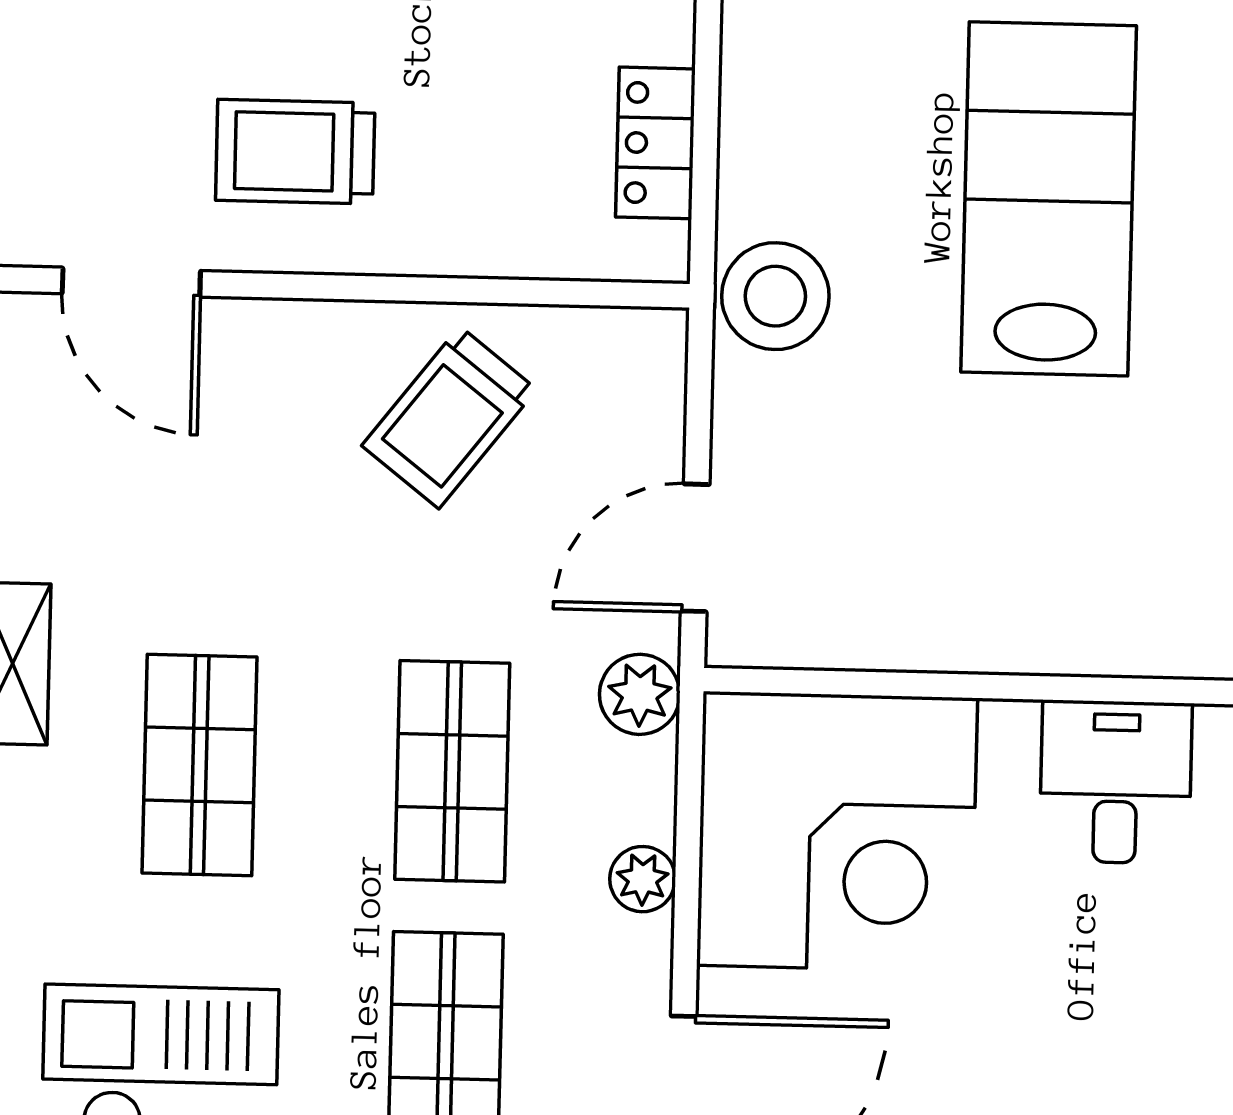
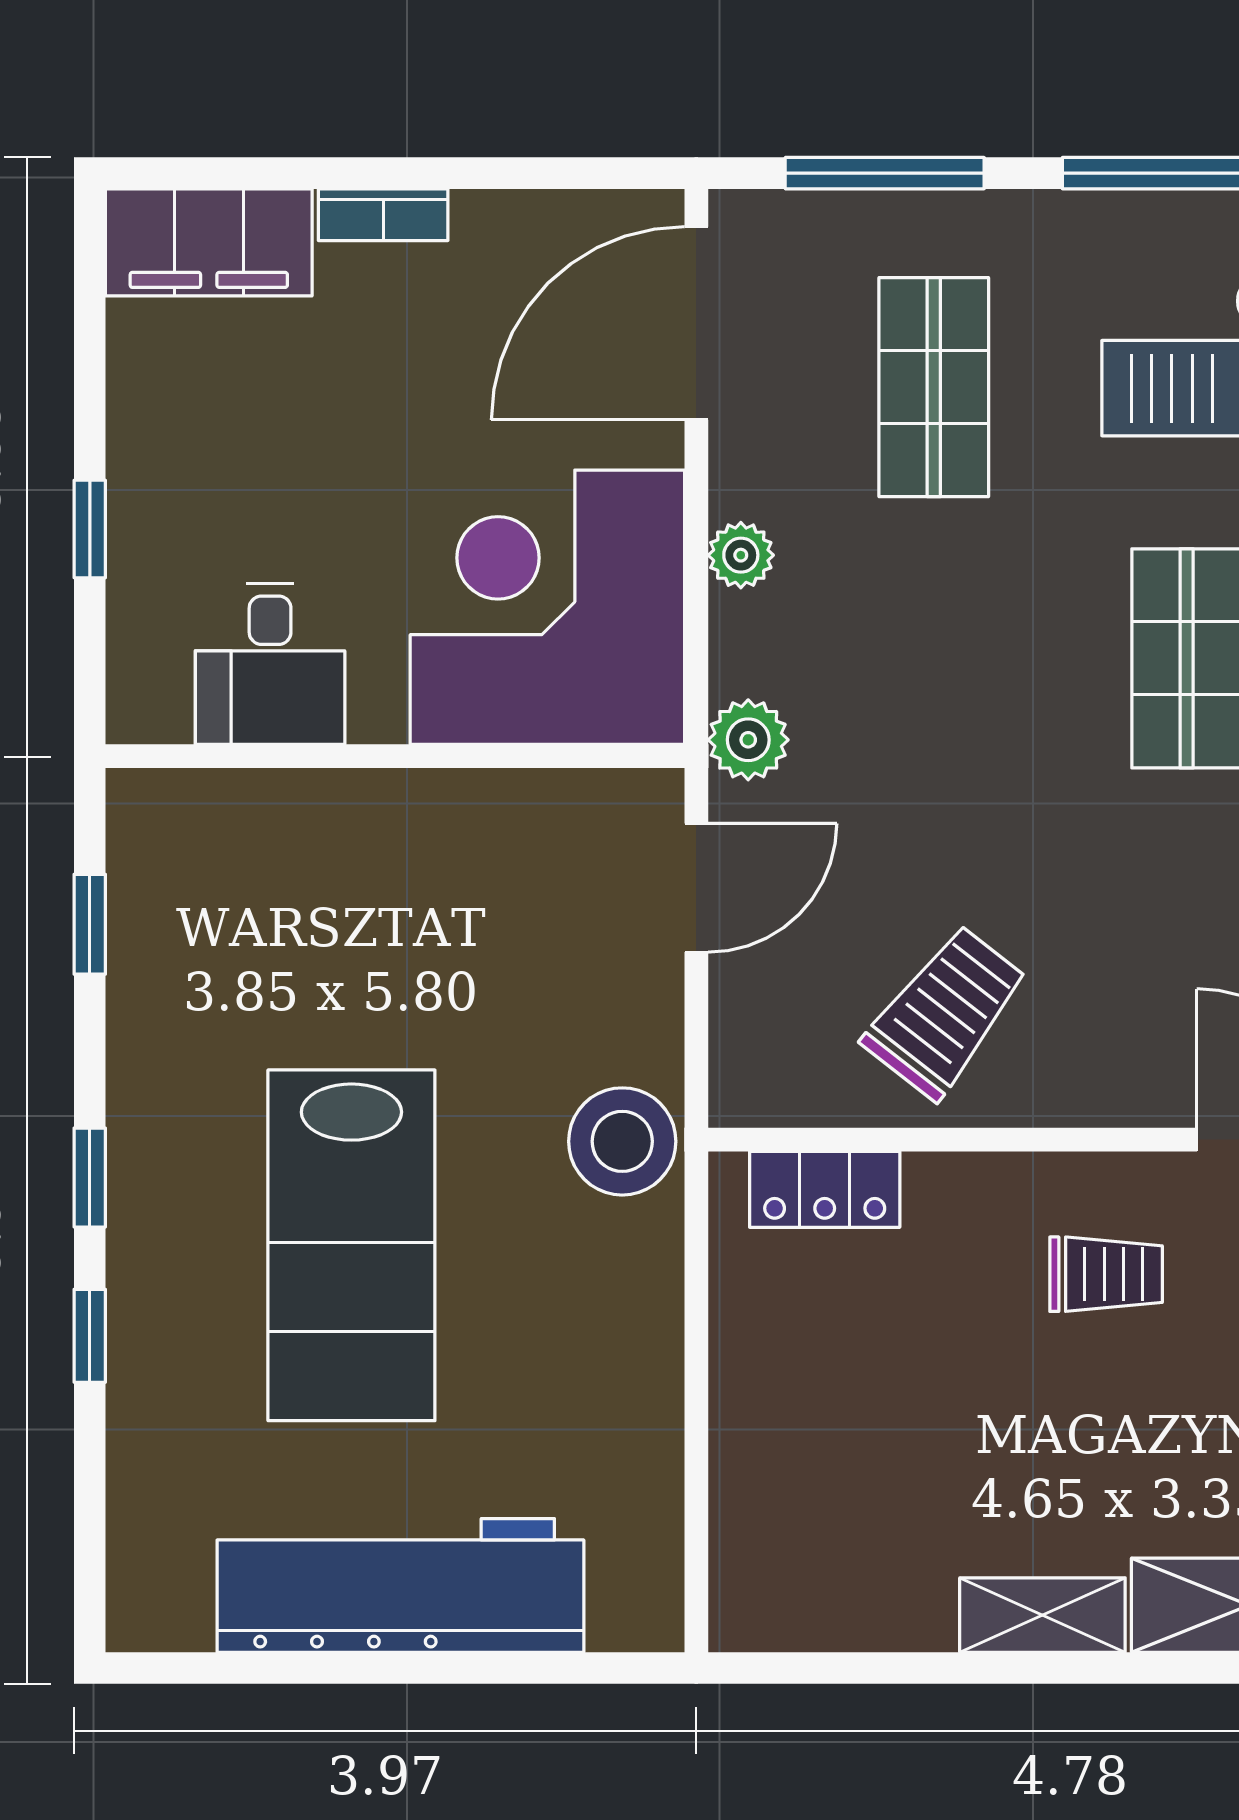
locker: (655, 143) -> (825, 1189), moved, turned 90
trolley: (295, 152) -> (1106, 1274), width x0.73, depth x0.72
shop shelf: (452, 771) -> (934, 658), removed

